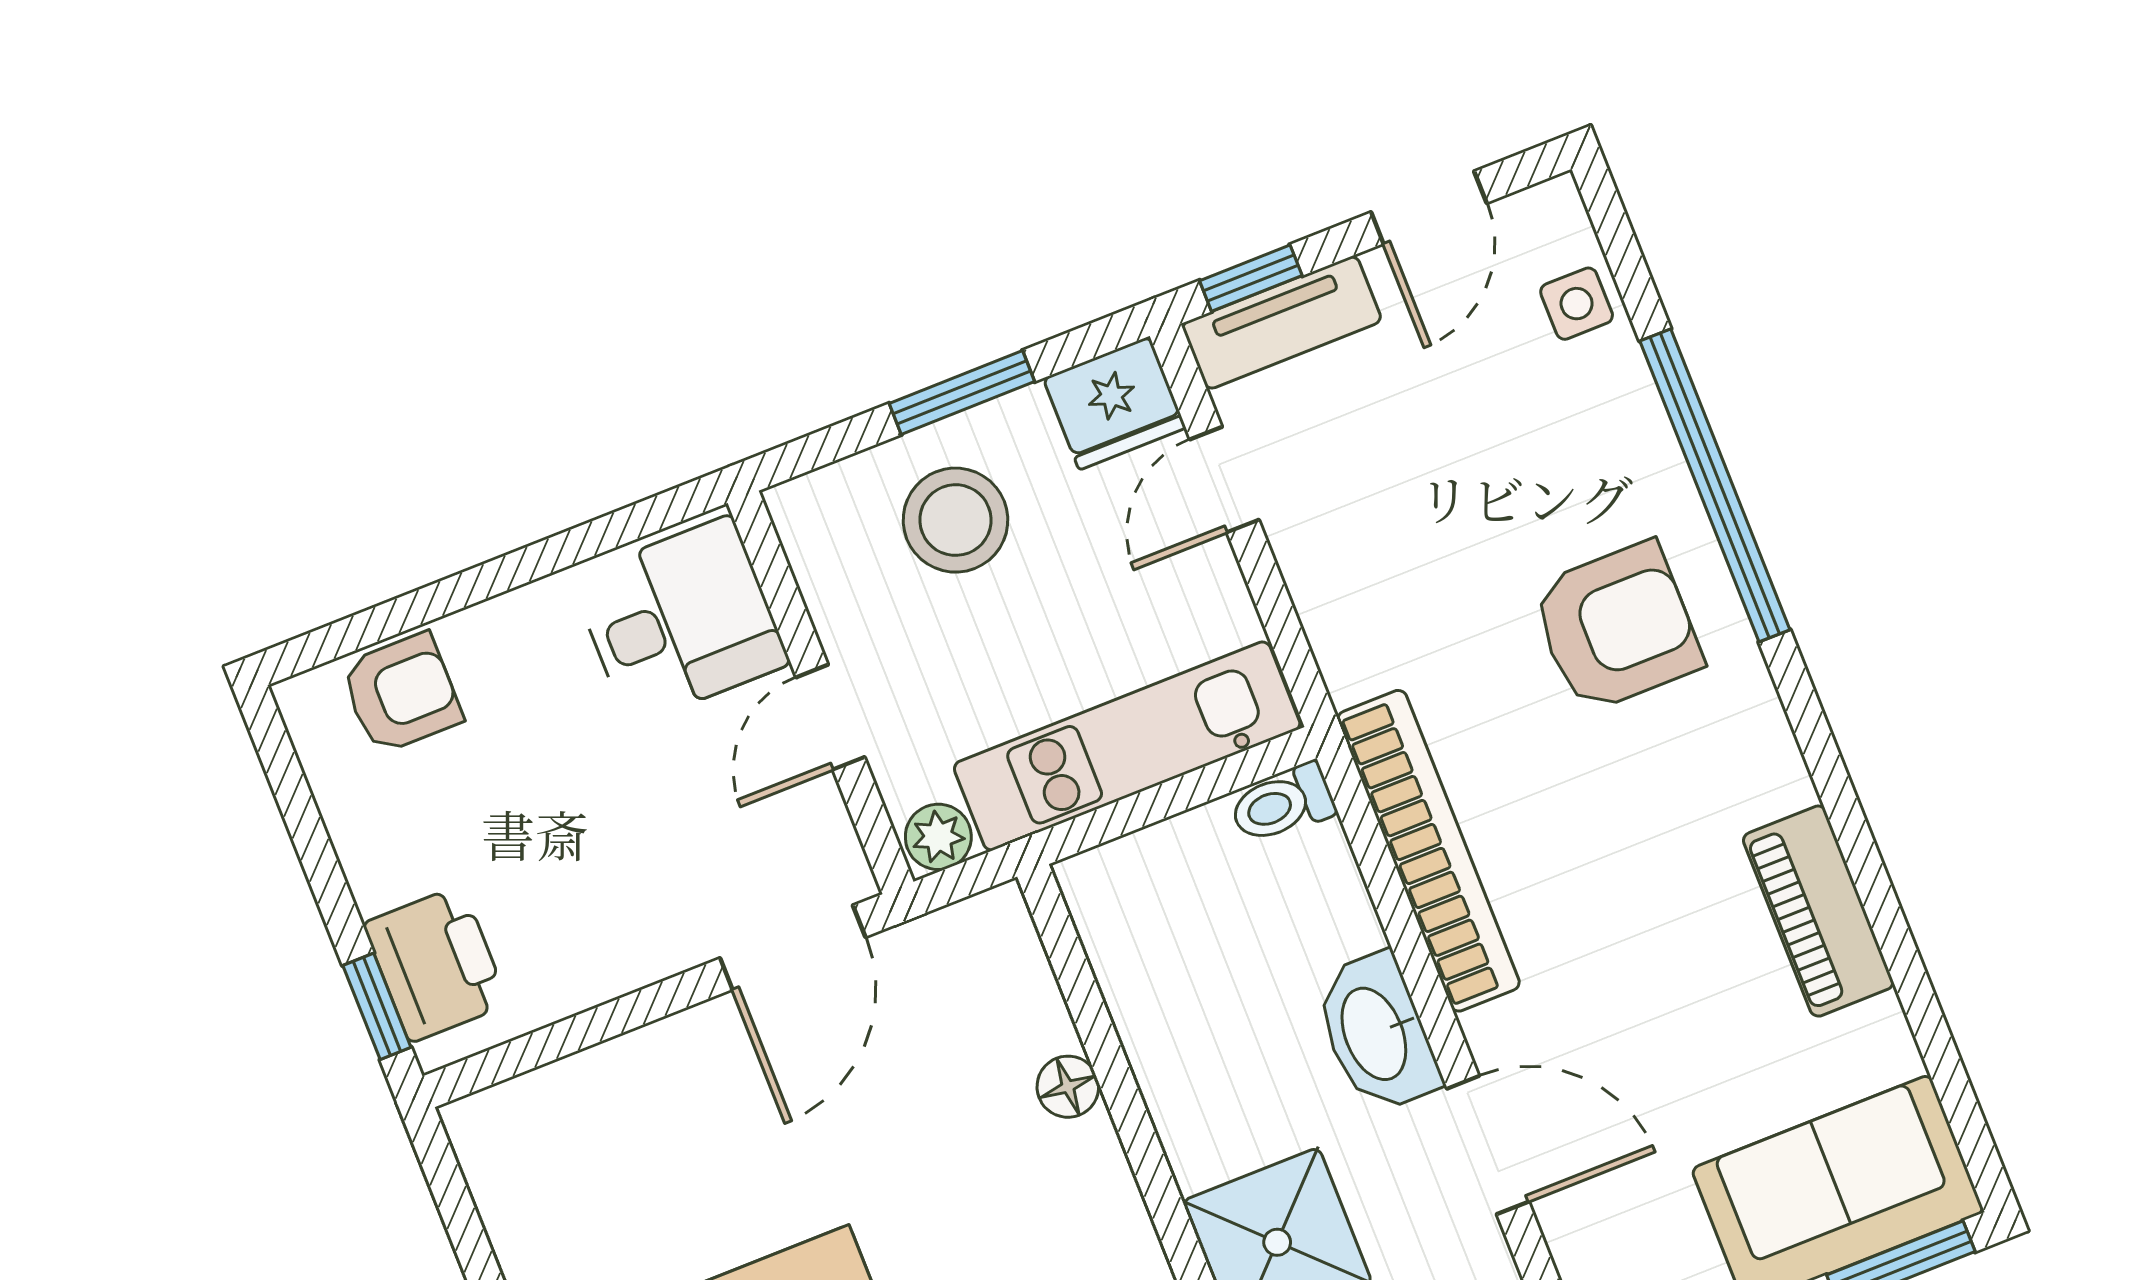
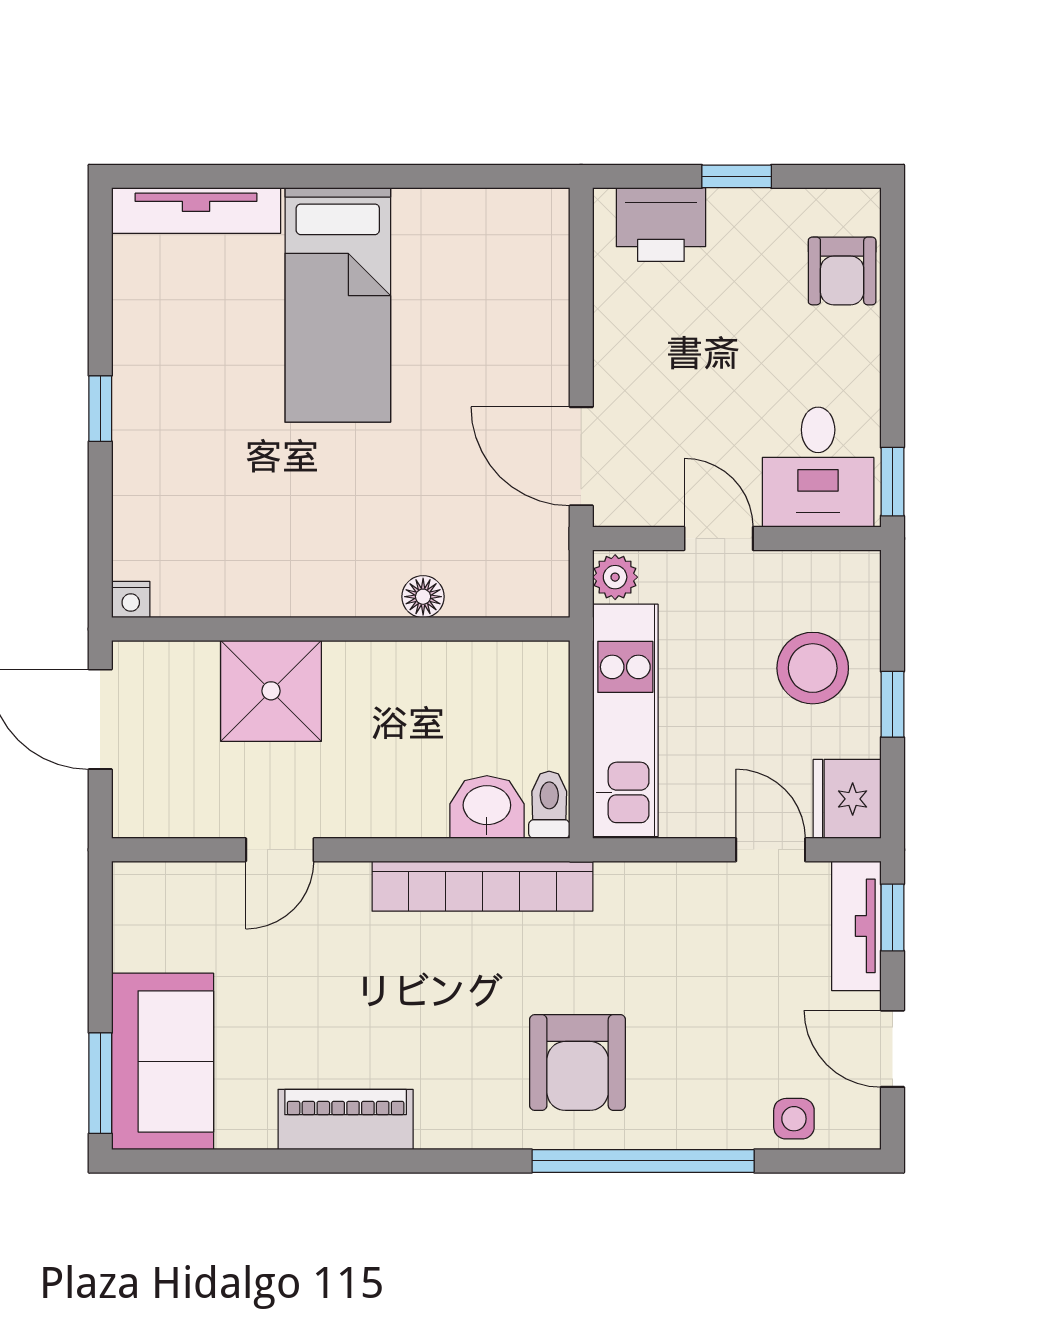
window: (962, 392) -> (892, 704), width x0.67
window: (660, 512) -> (892, 482), added
window: (377, 1006) -> (737, 176), moved
washbasin: (1376, 1033) -> (487, 807), moved, width x0.72
door: (1488, 1145) -> (280, 850), width x0.73

